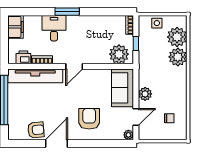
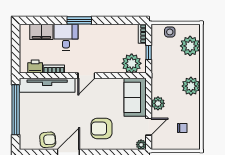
filing cabinet: (15, 27) -> (41, 32), moved, turned 90
plant: (178, 57) -> (191, 86), moved
armchair: (89, 119) -> (101, 128), turned -90

